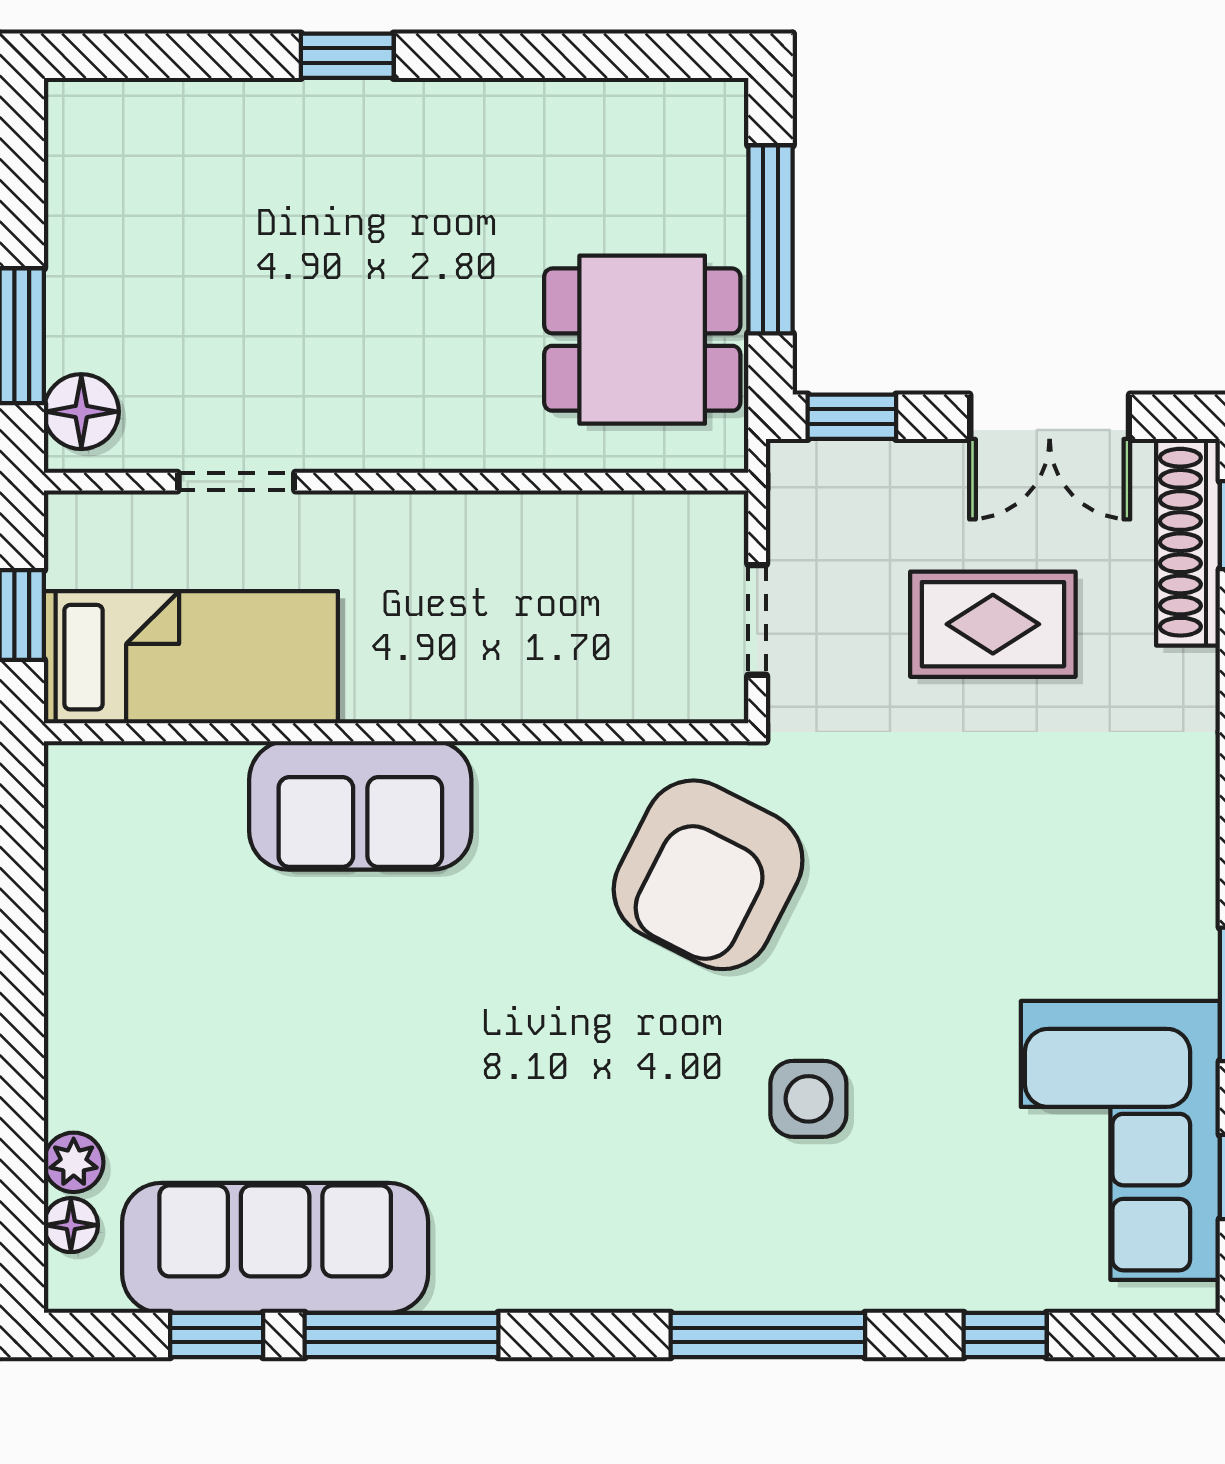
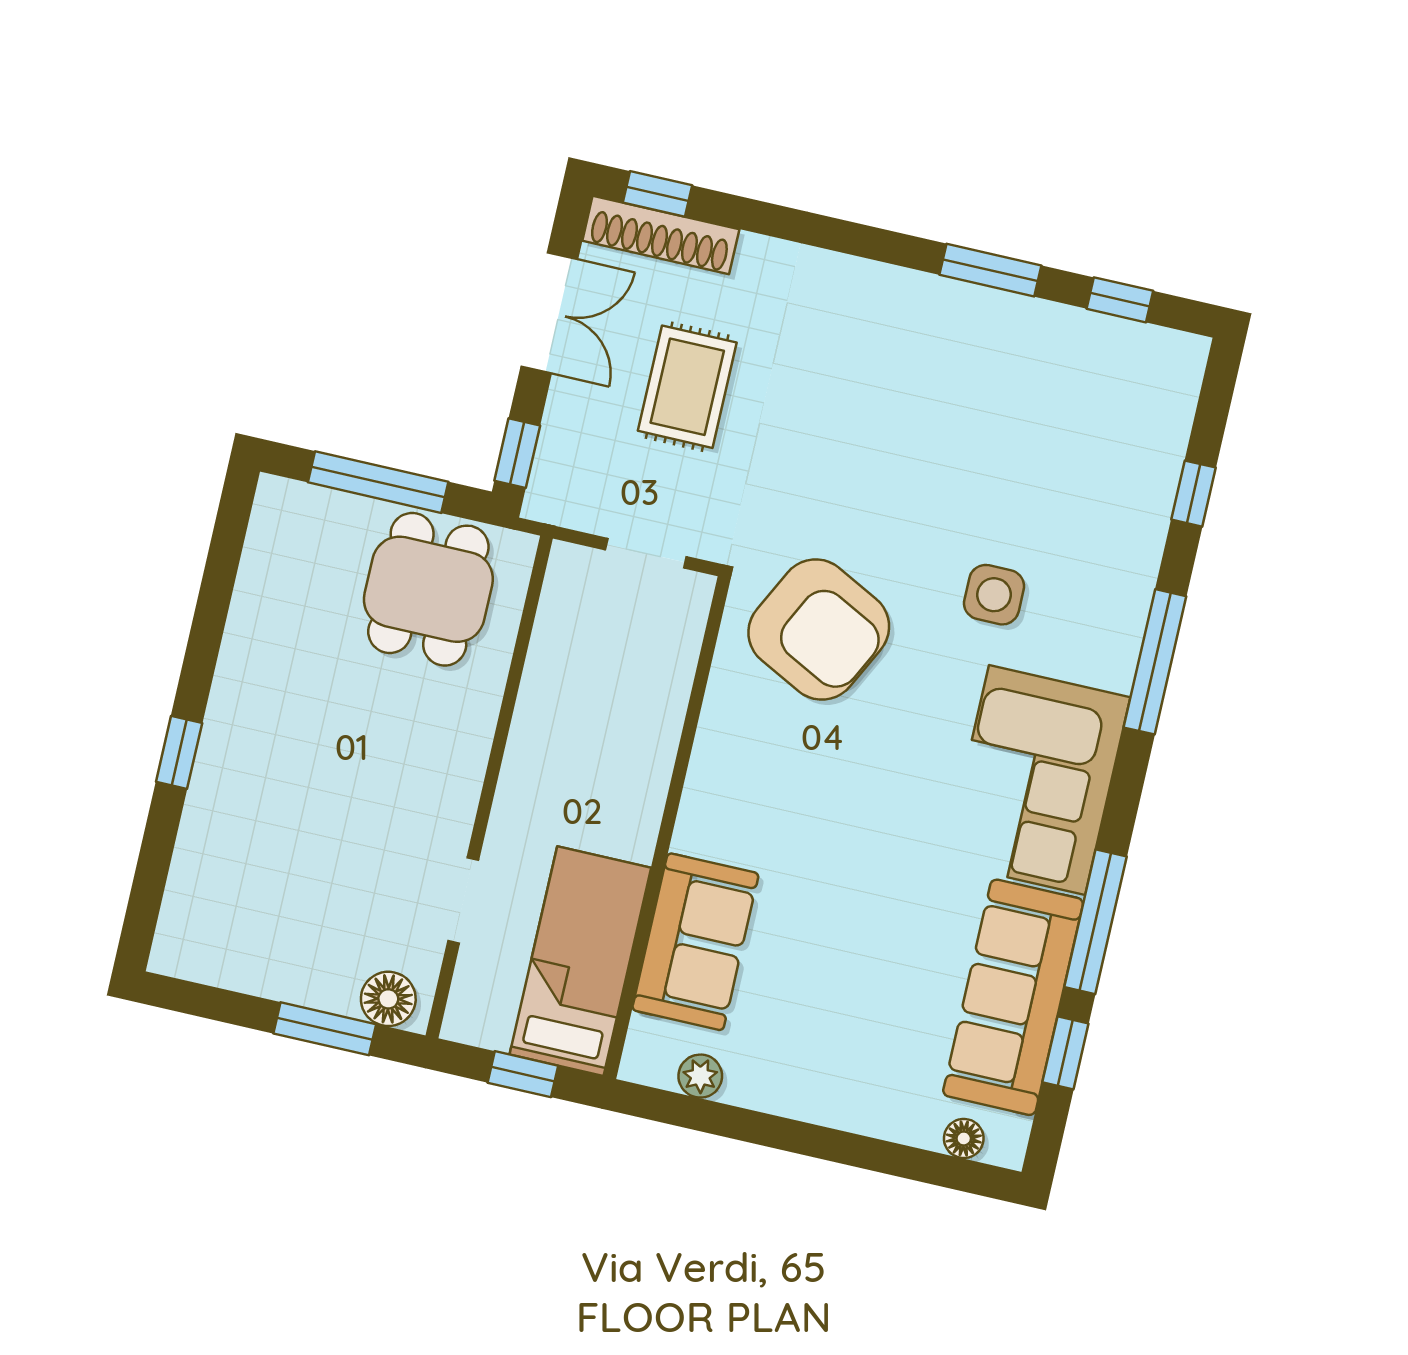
sofa: (360, 805) -> (695, 942), moved
corner sofa: (1120, 1140) -> (1037, 780), moved, turned 90
plant: (74, 1162) -> (700, 1076), moved

